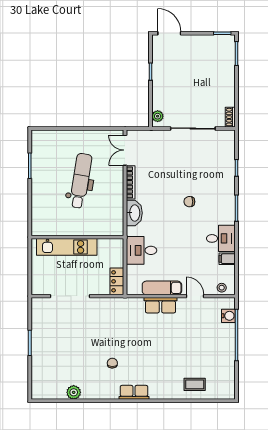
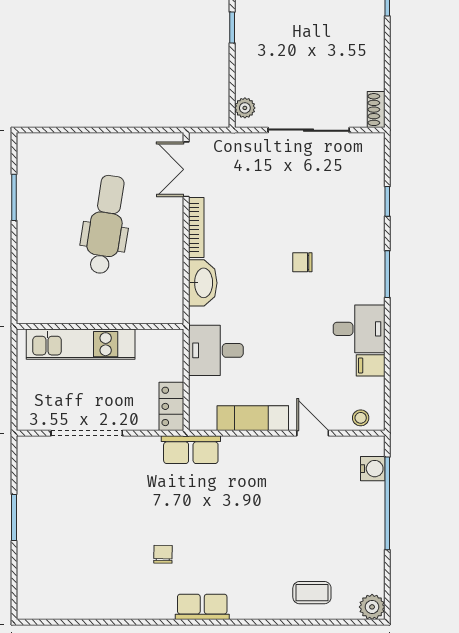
row of seats: (160, 305) -> (191, 450), moved
plant: (74, 392) -> (372, 607), moved

